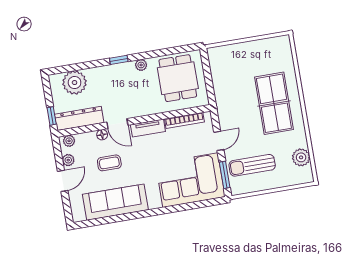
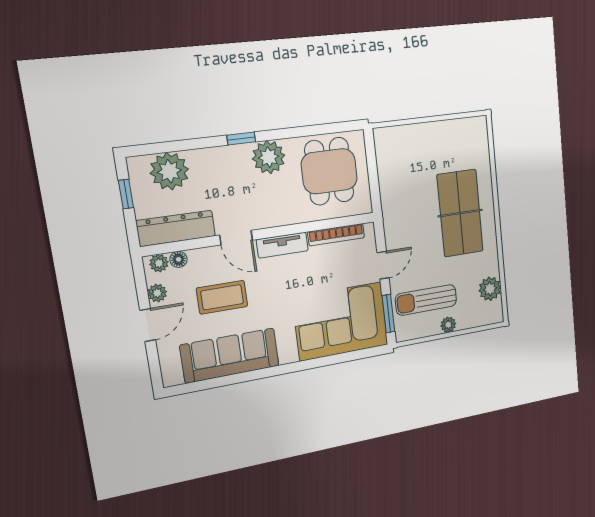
plant: (141, 65) -> (269, 157), width x1.87, depth x1.87
window: (52, 116) -> (126, 194), moved
floor lamp: (102, 135) -> (179, 259), moved
coffee table: (109, 163) -> (222, 297), width x1.36, depth x1.30
plant: (270, 183) -> (448, 325), added

